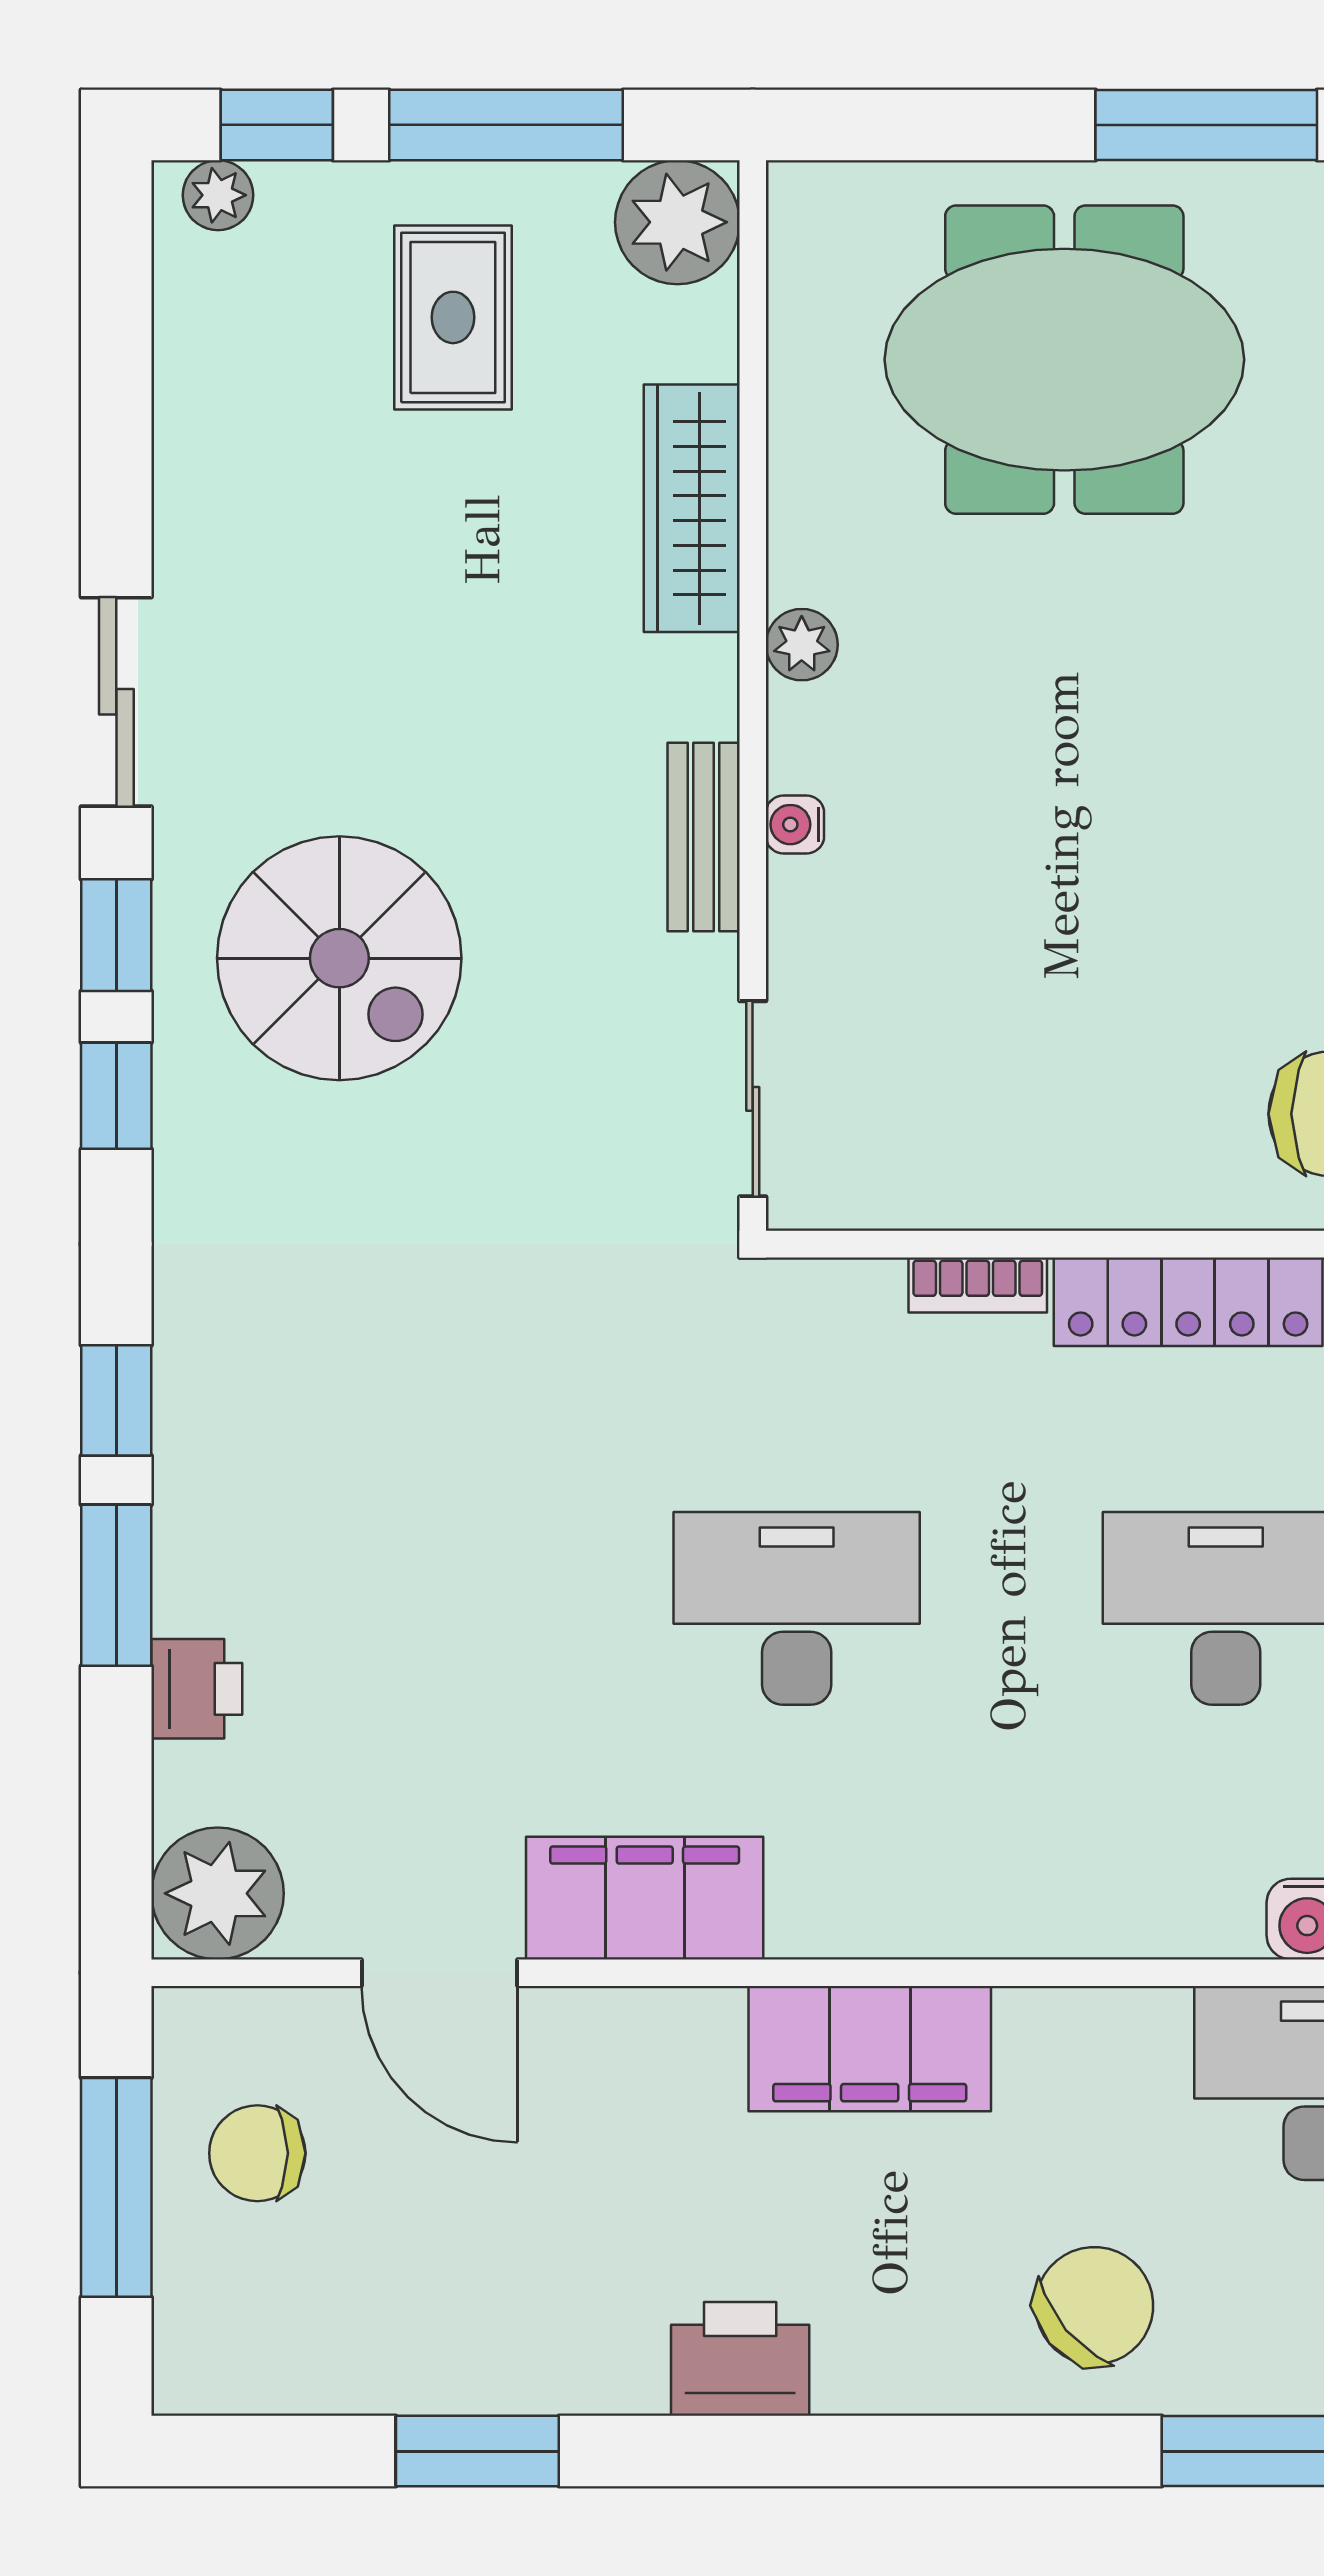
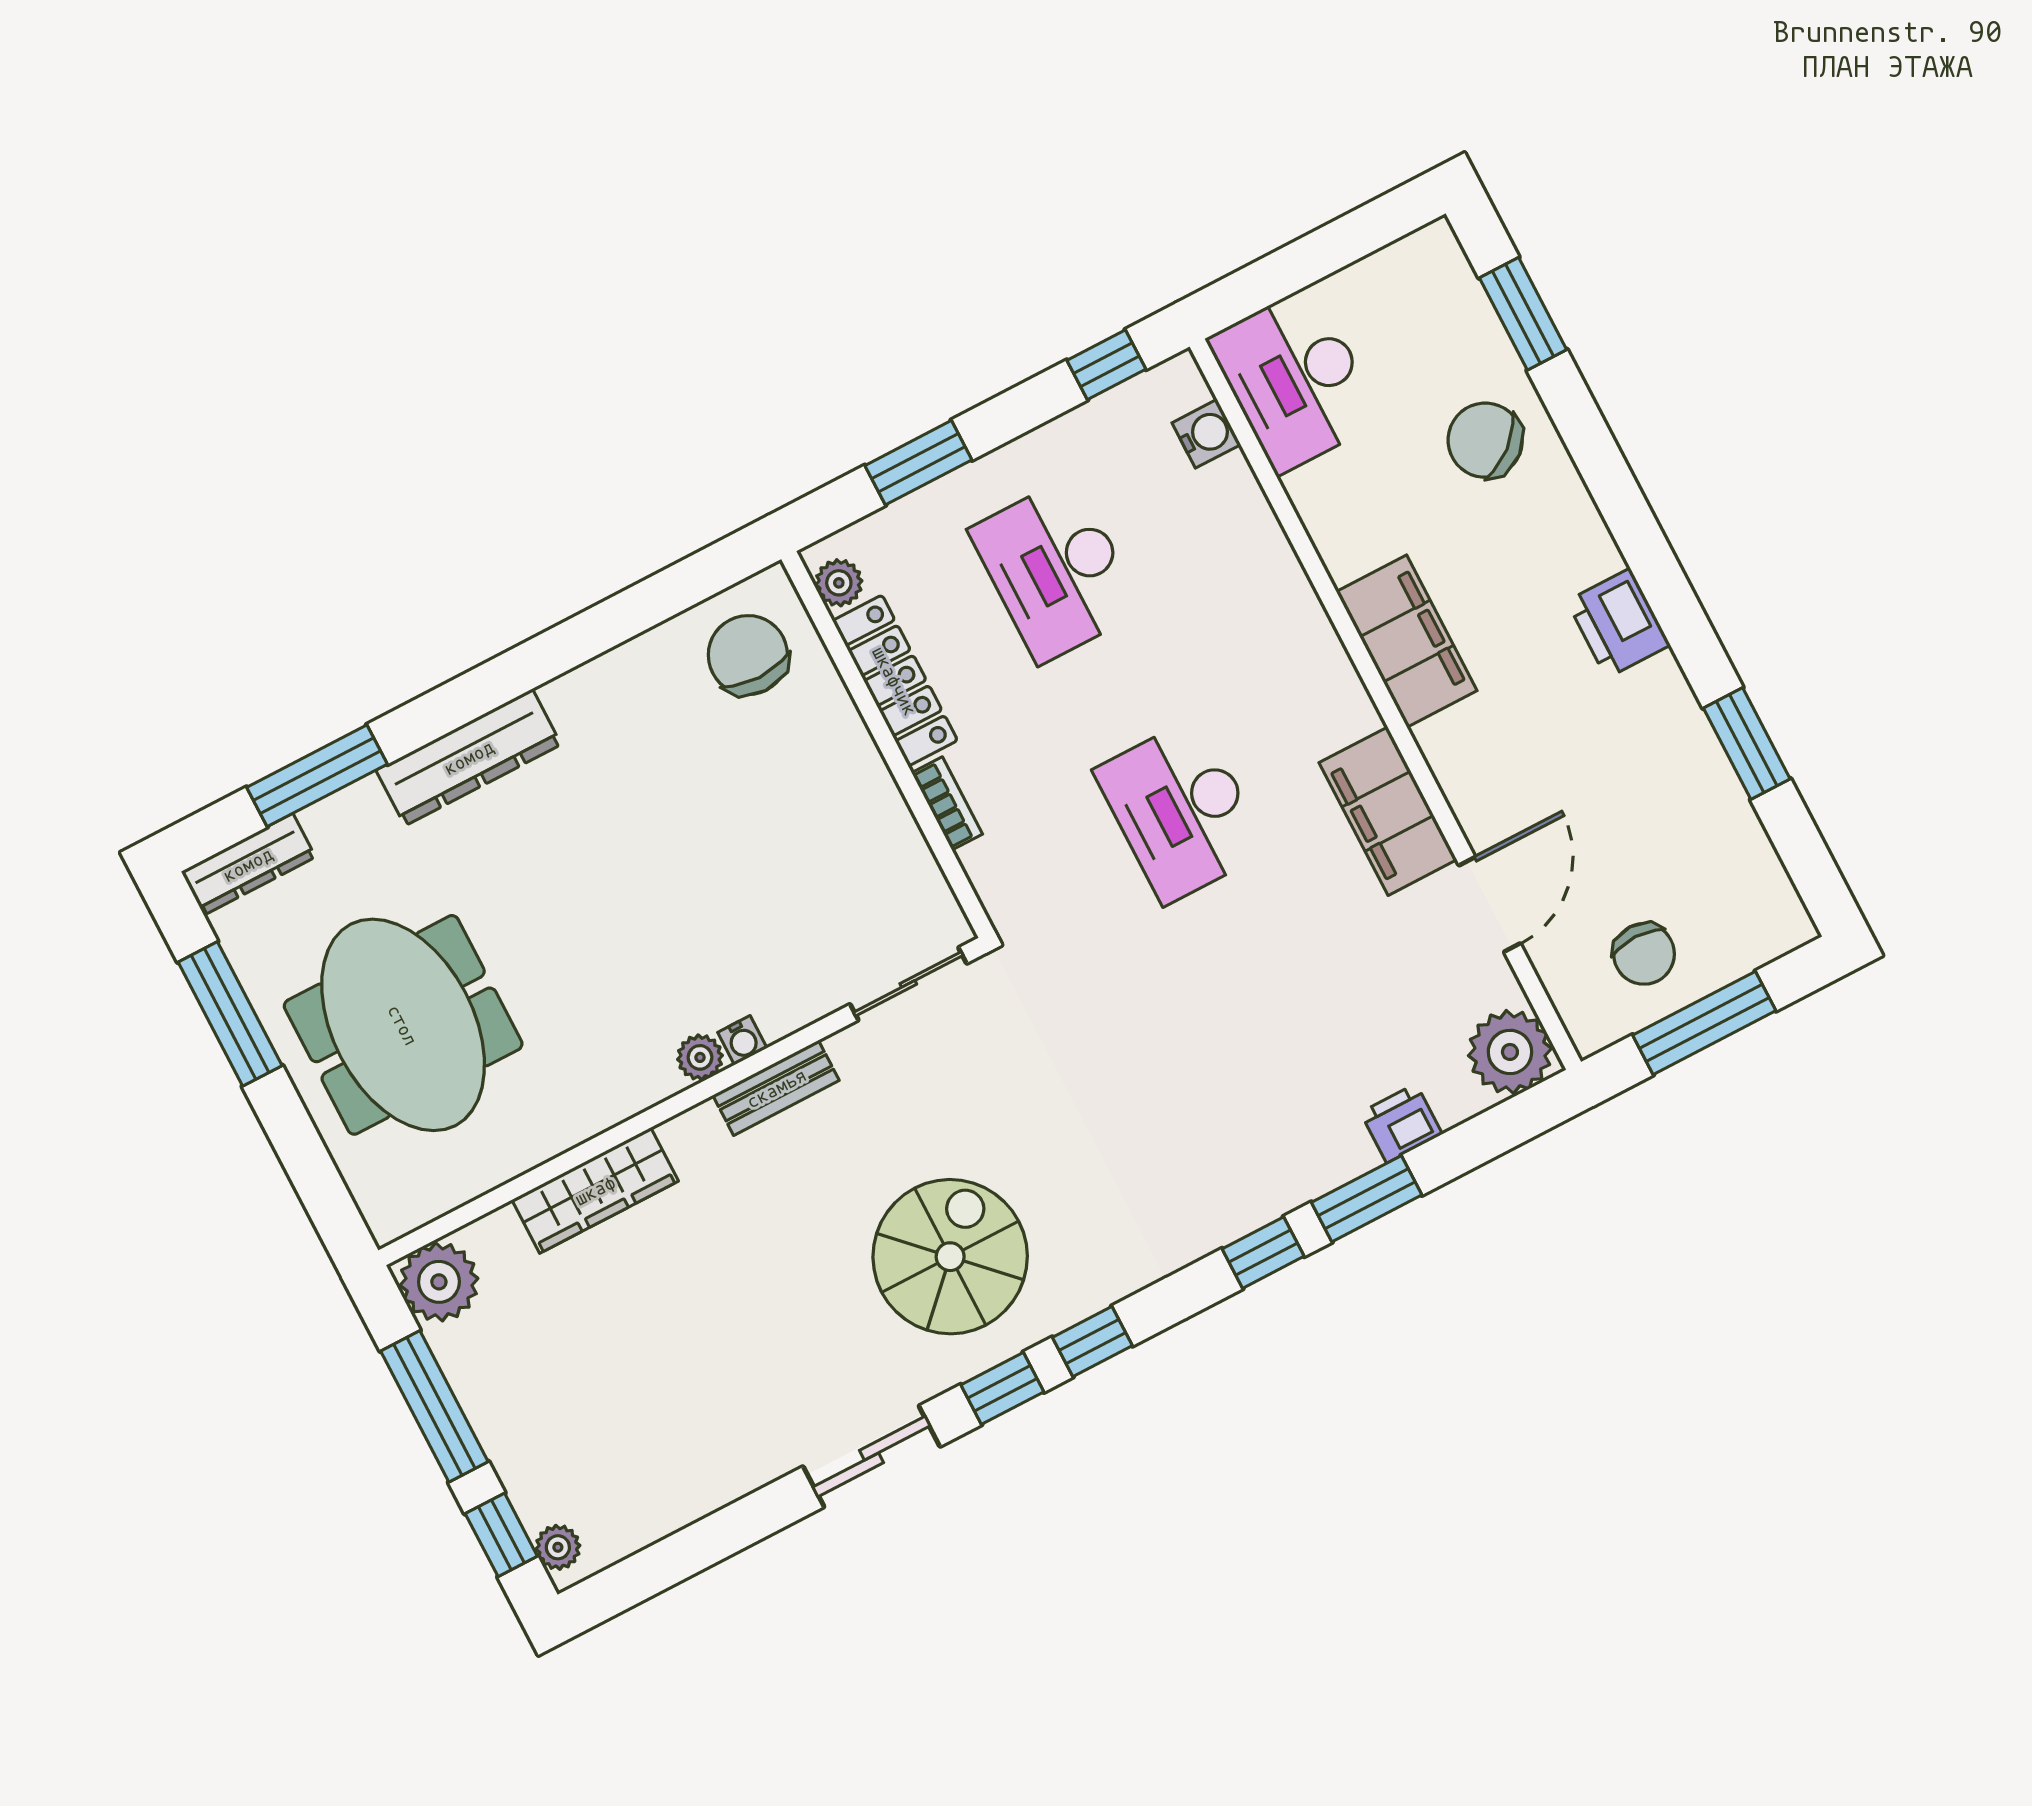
rug: (453, 317) -> (558, 1380), removed
plant: (802, 645) -> (700, 1057), moved

